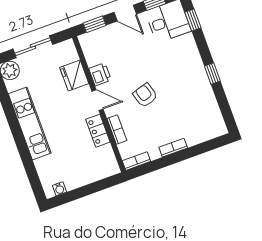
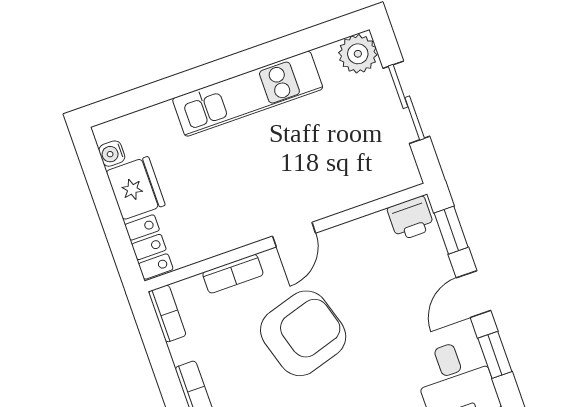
printer: (100, 74) -> (411, 218), moved
fridge: (74, 76) -> (136, 188), moved, turned 90
armchair: (145, 95) -> (303, 333), width x1.88, depth x1.88
locker: (98, 131) -> (149, 247), moved, turned 90

